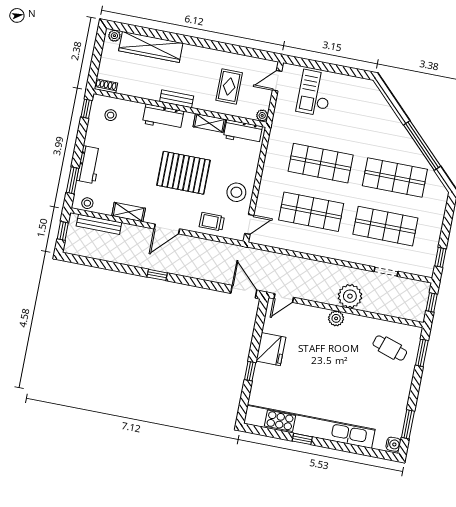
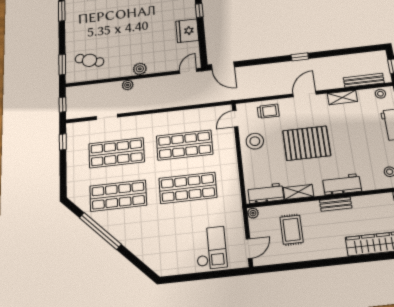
plant: (350, 296) -> (128, 85), width x0.53, depth x0.53

